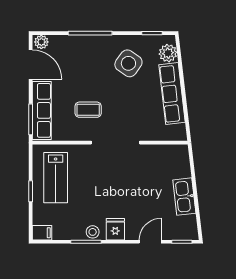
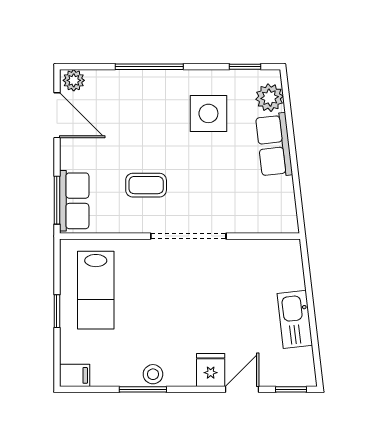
side table: (128, 63) -> (208, 113), turned -35
row of seats: (172, 94) -> (274, 145), width x0.68
row of seats: (42, 110) -> (74, 201), width x0.68
fridge: (115, 229) -> (211, 370), moved

